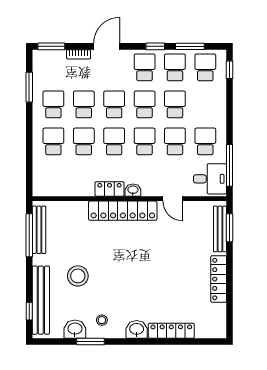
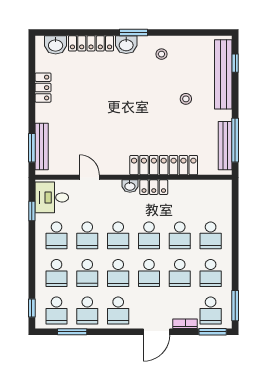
window: (155, 46) -> (107, 332), removed
school desk: (53, 67) -> (211, 310), added
window: (29, 87) -> (235, 306), moved
school desk: (205, 104) -> (57, 273), added
window: (230, 165) -> (32, 211), width x0.46
locker: (123, 211) -> (164, 165), moved
stool: (78, 276) -> (186, 99), width x0.53, depth x0.53
locker: (219, 279) -> (43, 88), width x0.66
washbasin: (75, 329) -> (56, 45), moved
window: (90, 341) -> (134, 32), moved

